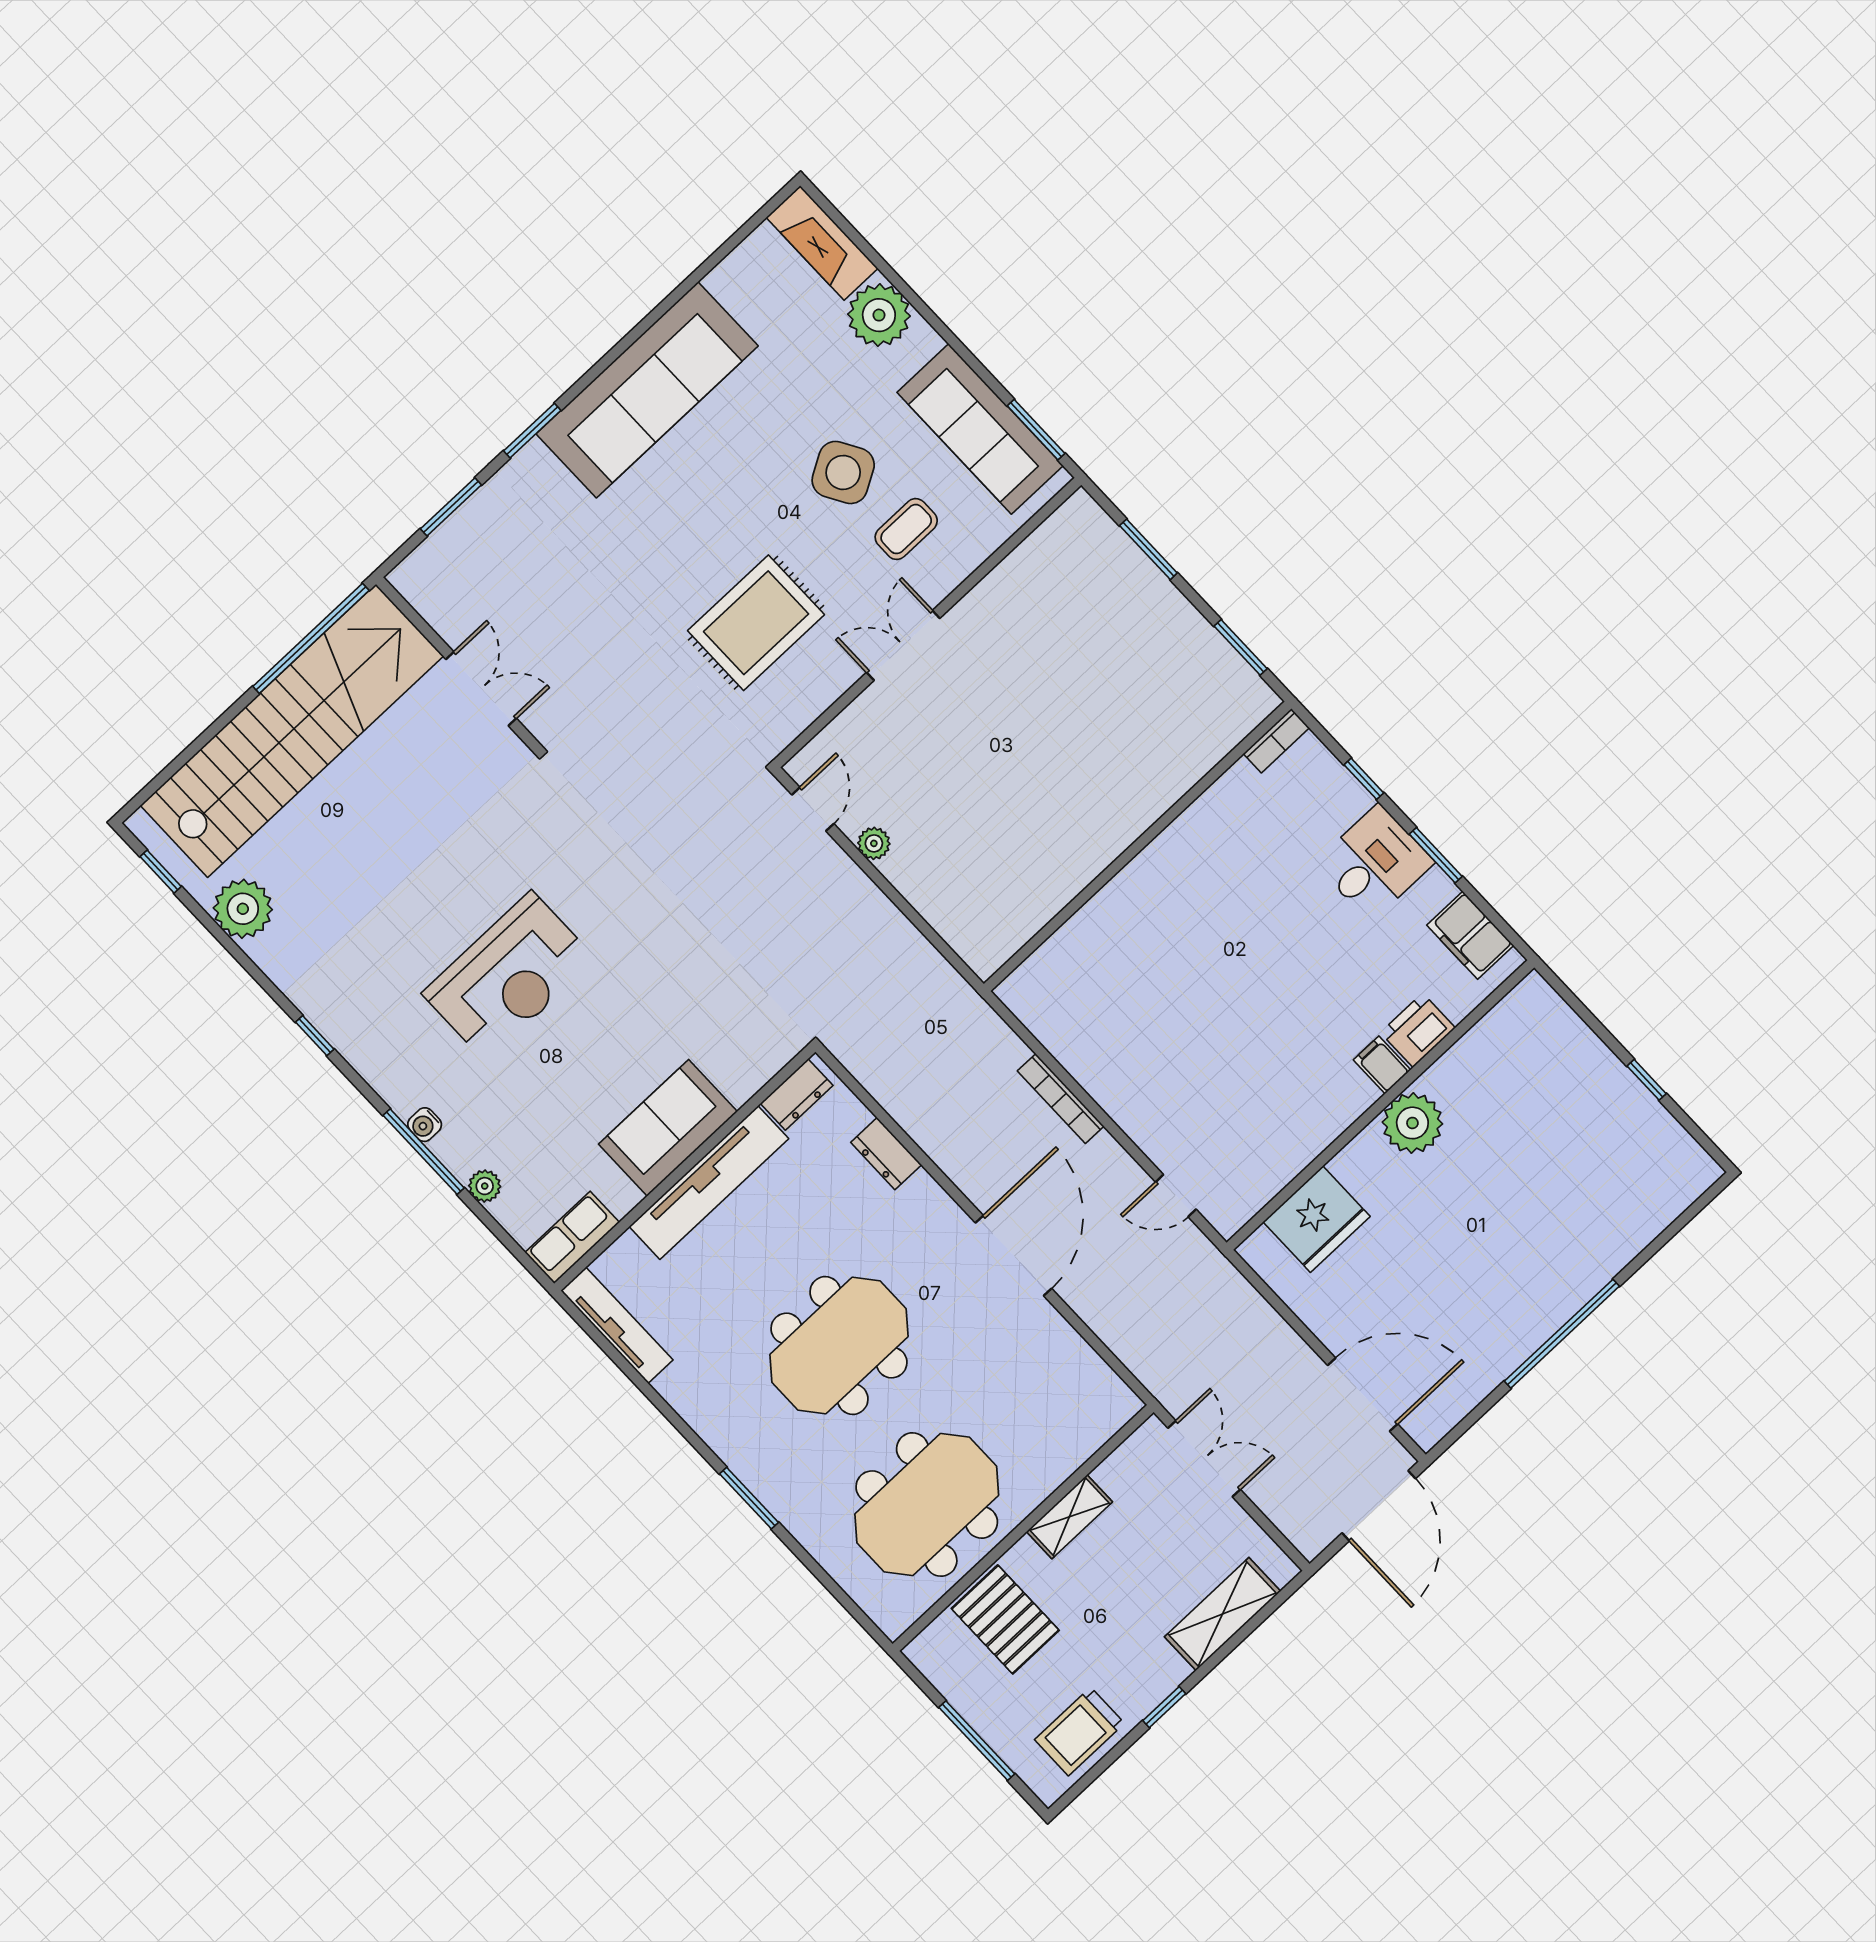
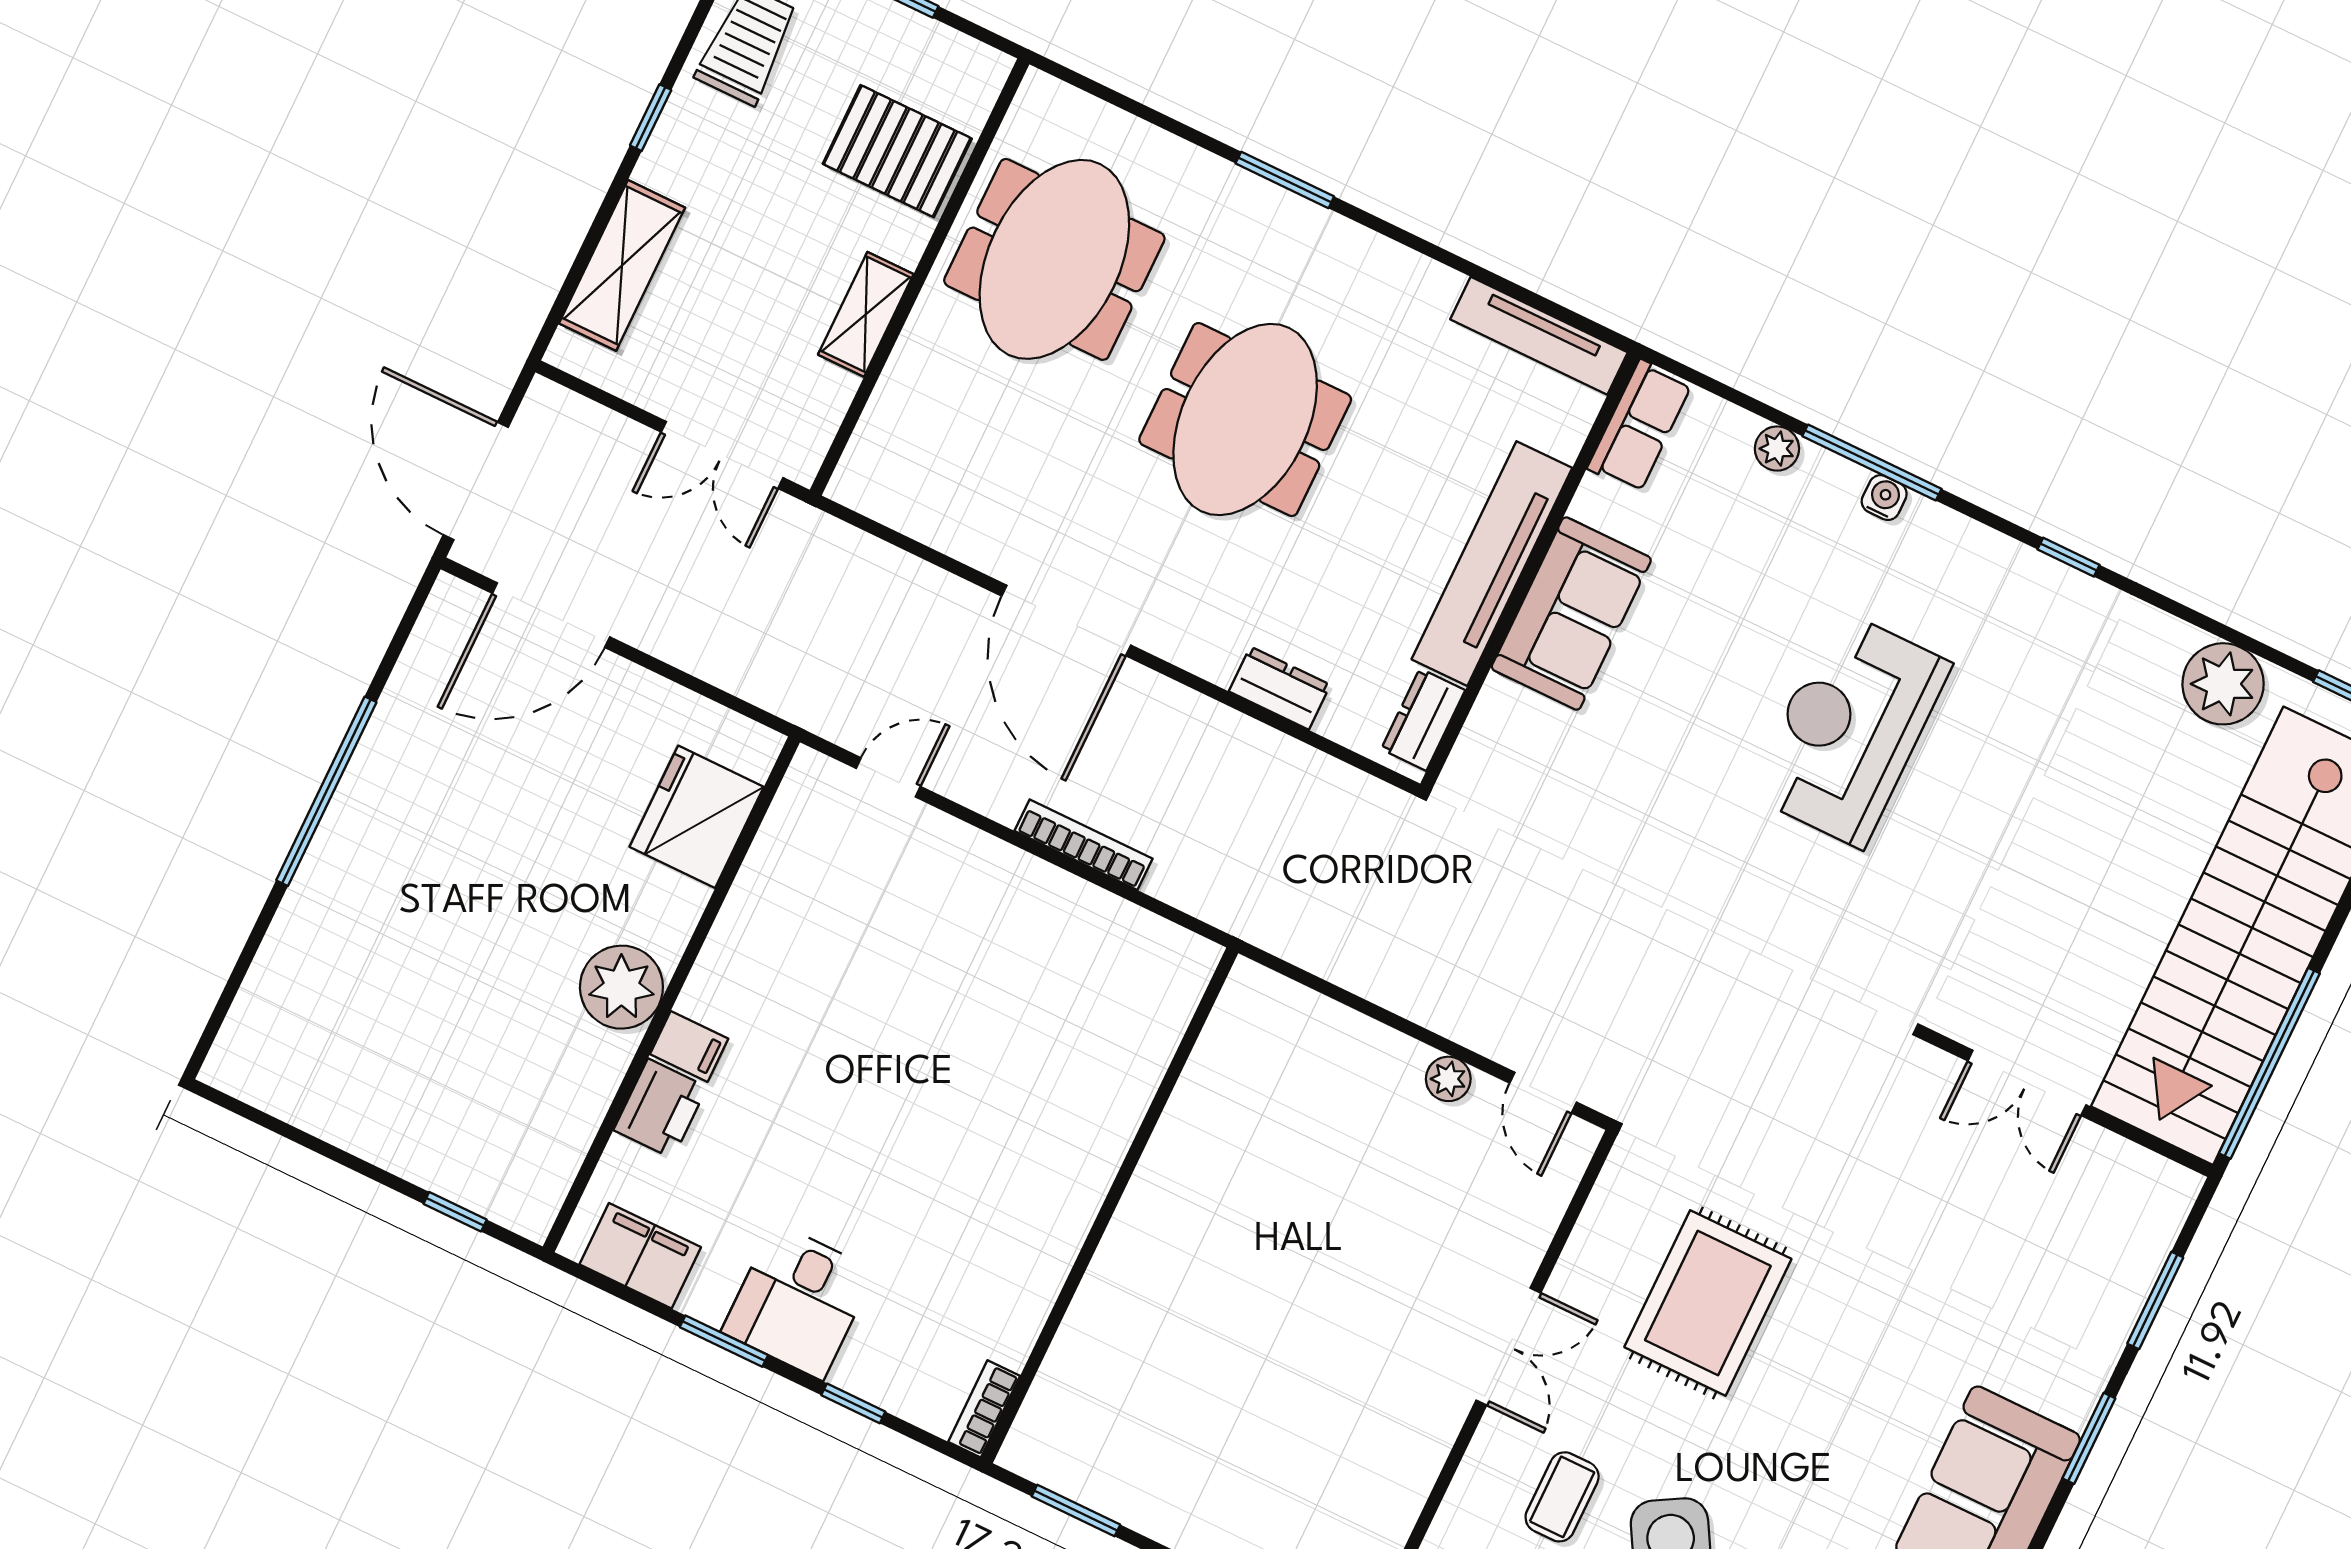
window: (1647, 1080) -> (455, 1212), moved

